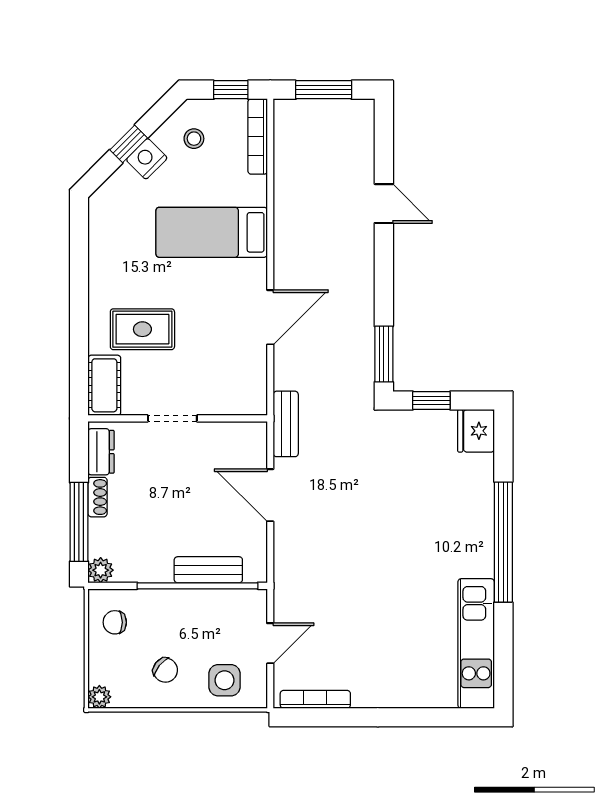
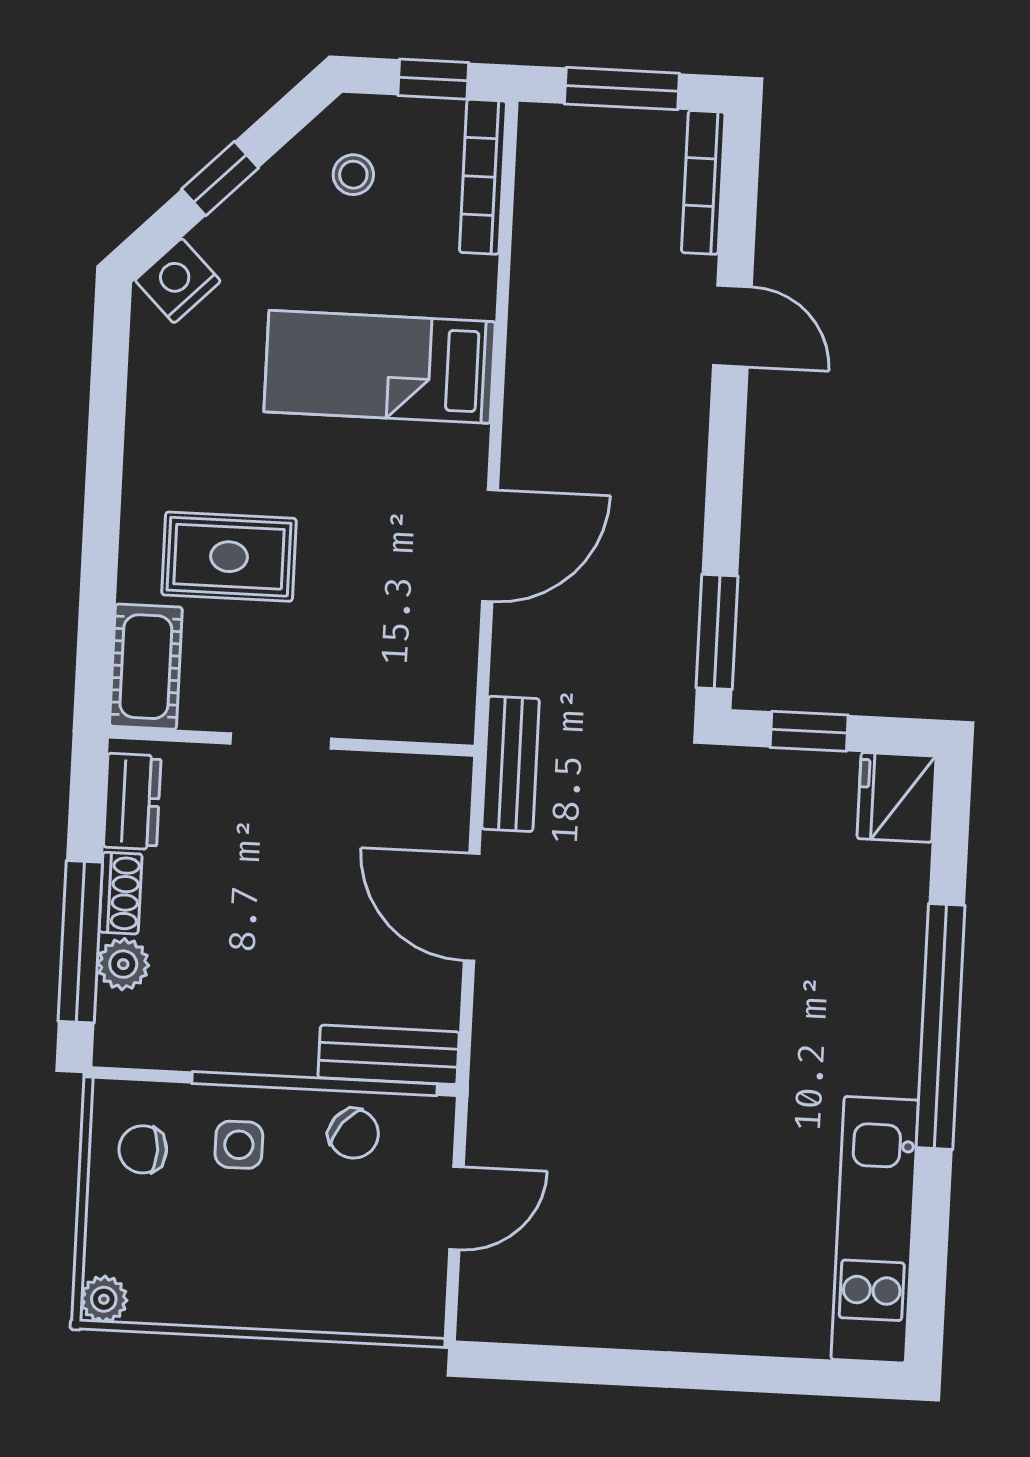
nightstand: (147, 159) -> (178, 281), moved
plant: (101, 570) -> (123, 964), moved
bench: (208, 570) -> (389, 1055), moved
chair: (165, 670) -> (354, 1134), moved
side table: (225, 680) -> (239, 1145), moved, width x0.73, depth x0.73
bookcase: (315, 699) -> (703, 182), moved, turned -90

